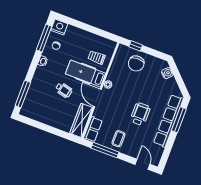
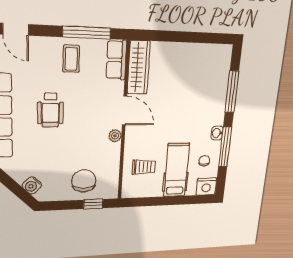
window: (44, 38) -> (225, 147), moved
hospital bed: (86, 73) -> (177, 170), moved, turned -90
wheelchair: (64, 90) -> (177, 104), removed
window: (23, 94) -> (232, 92), moved

